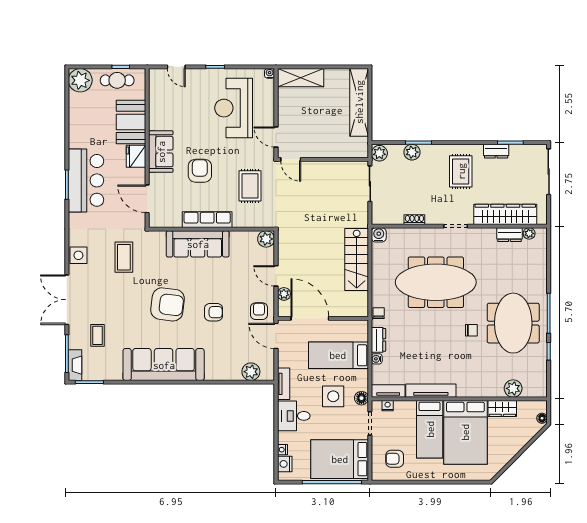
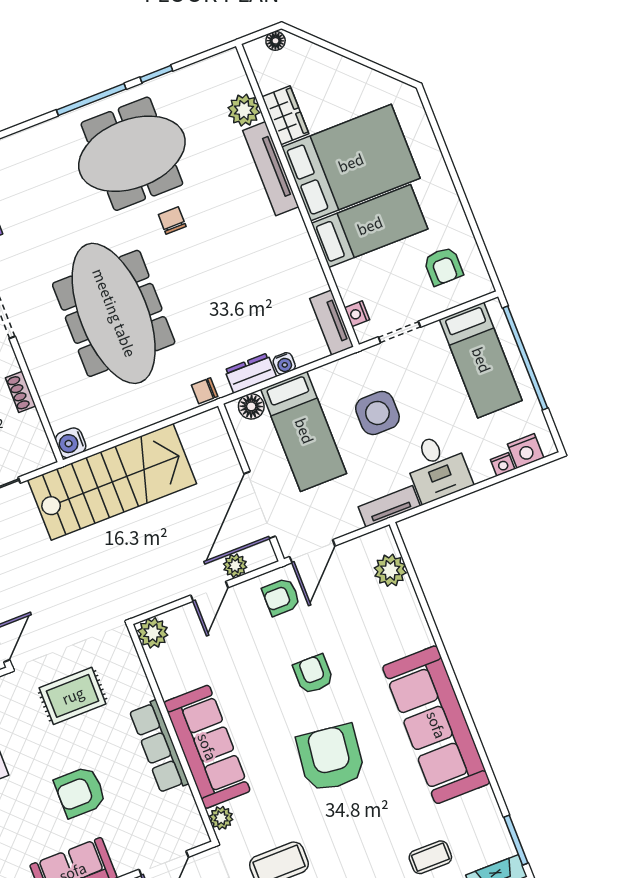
plant: (159, 237) -> (221, 818), added
stairs: (357, 260) -> (112, 482), width x1.36, depth x1.51
tv unit: (431, 391) -> (271, 169), moved
floor lamp: (361, 398) -> (251, 406), moved
bed: (340, 459) -> (481, 360), width x0.67

